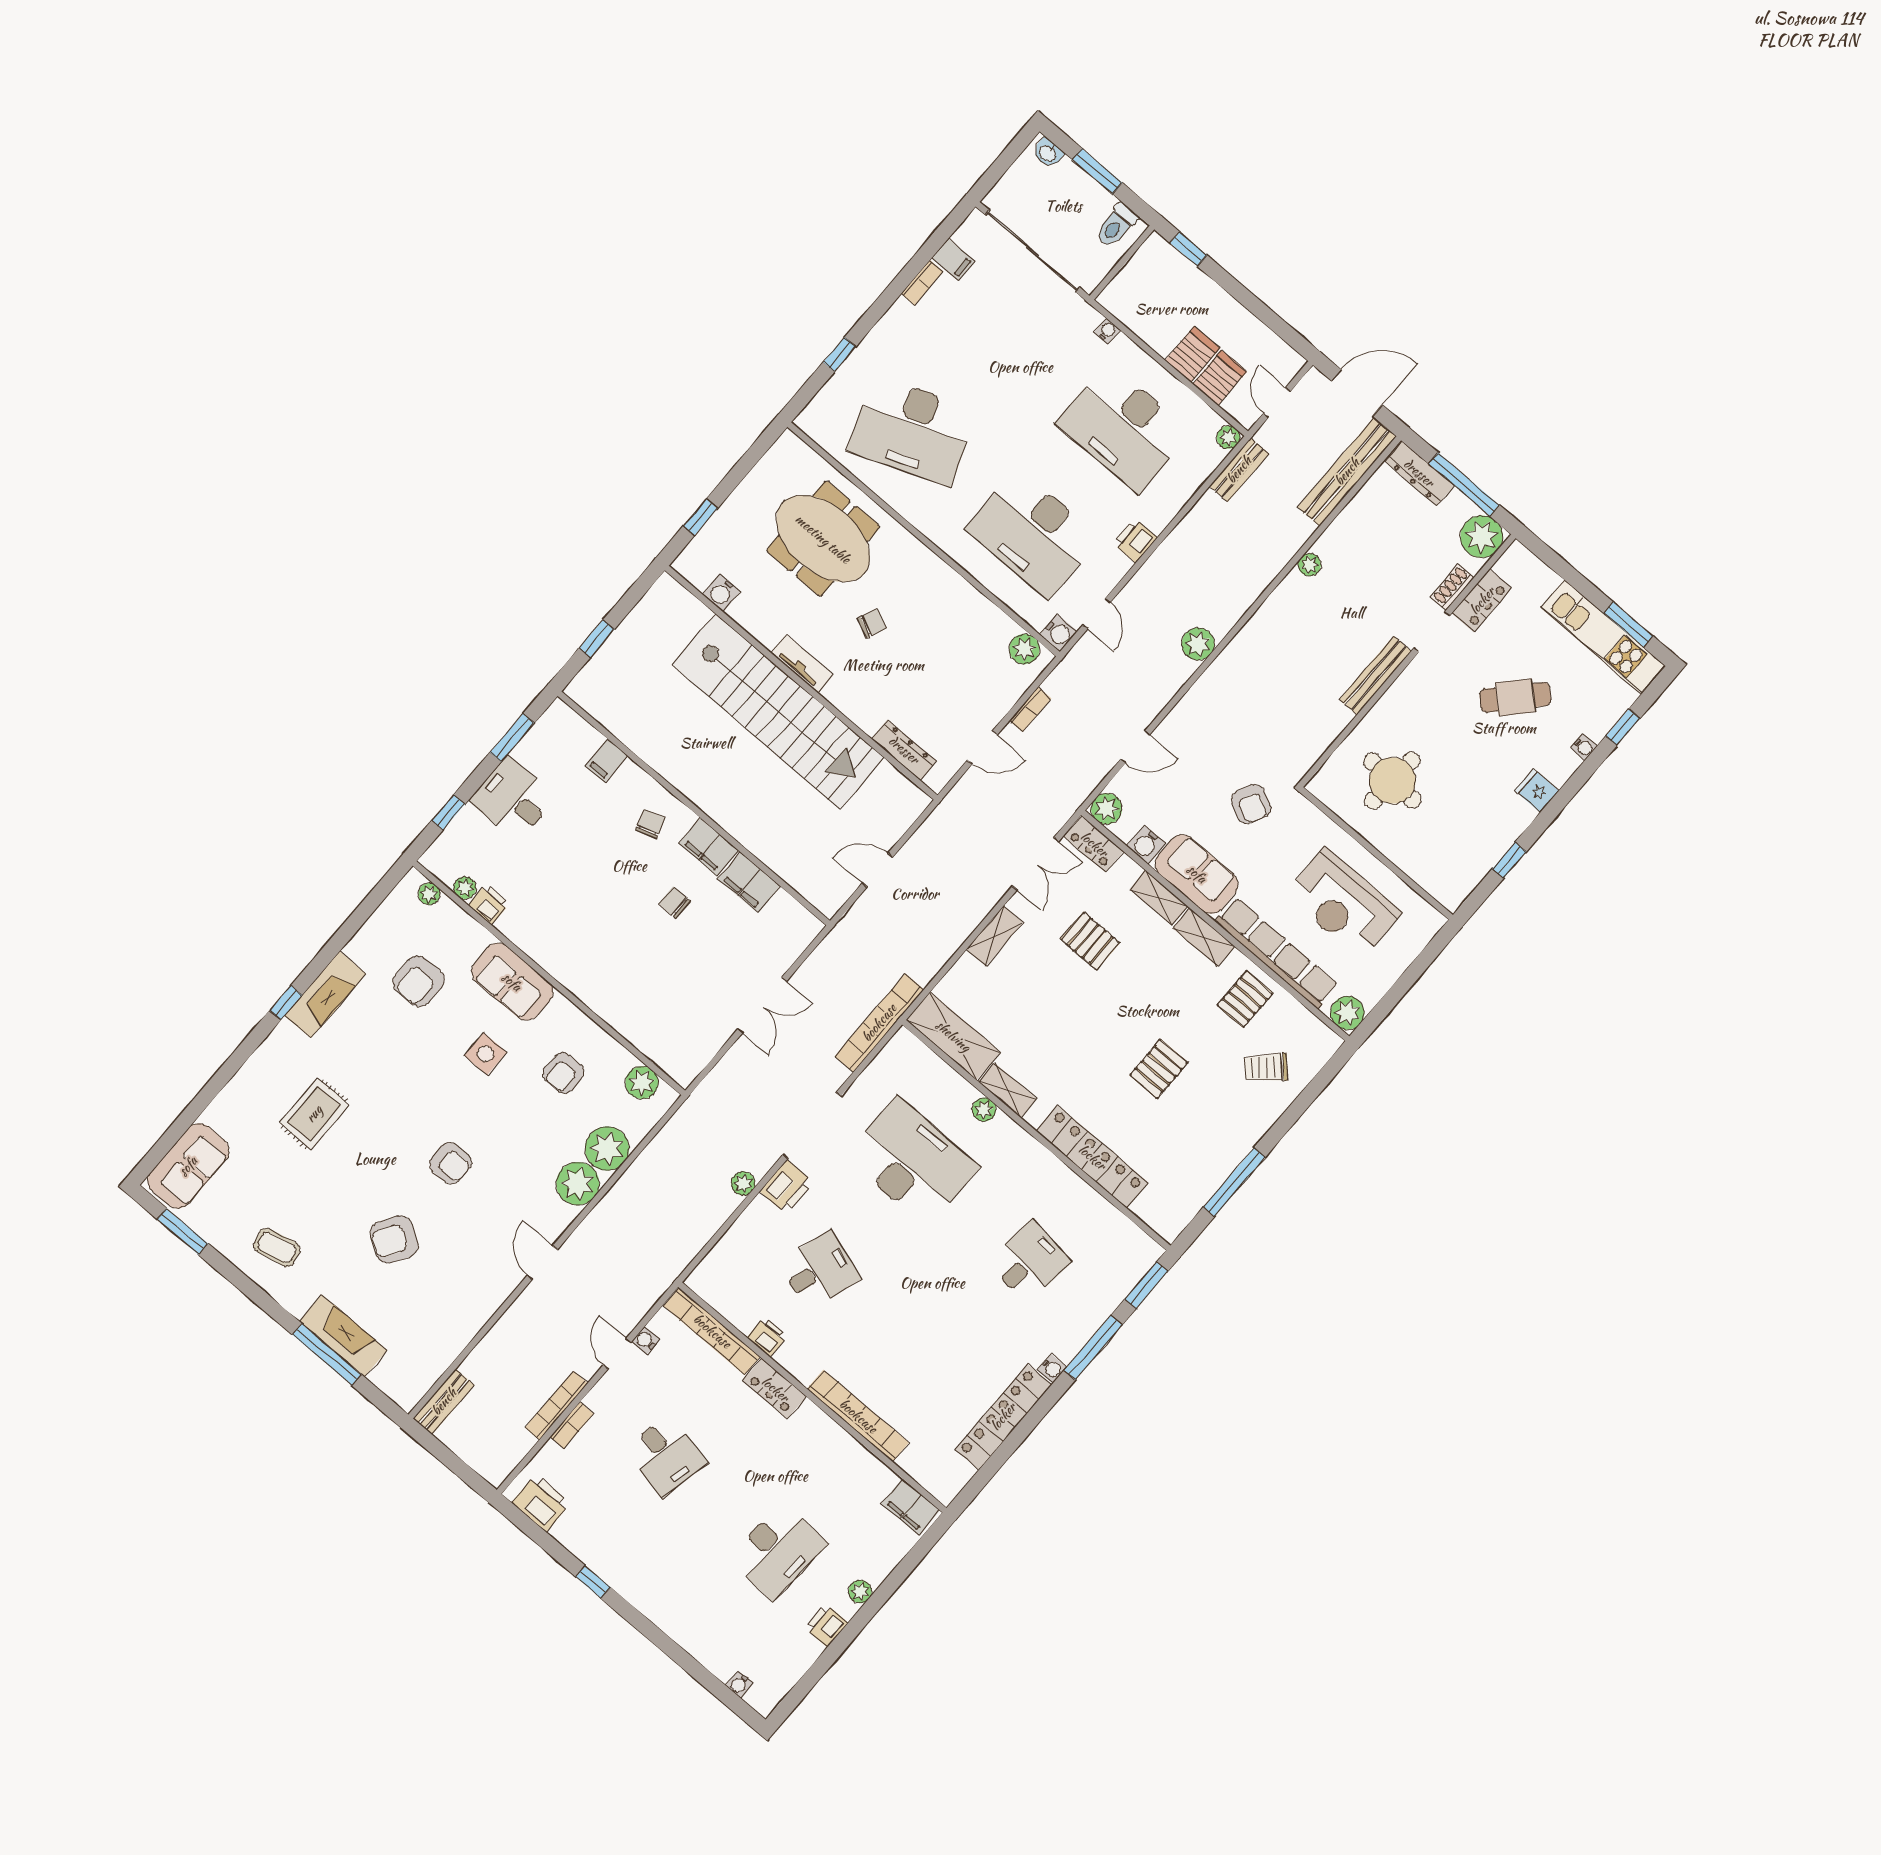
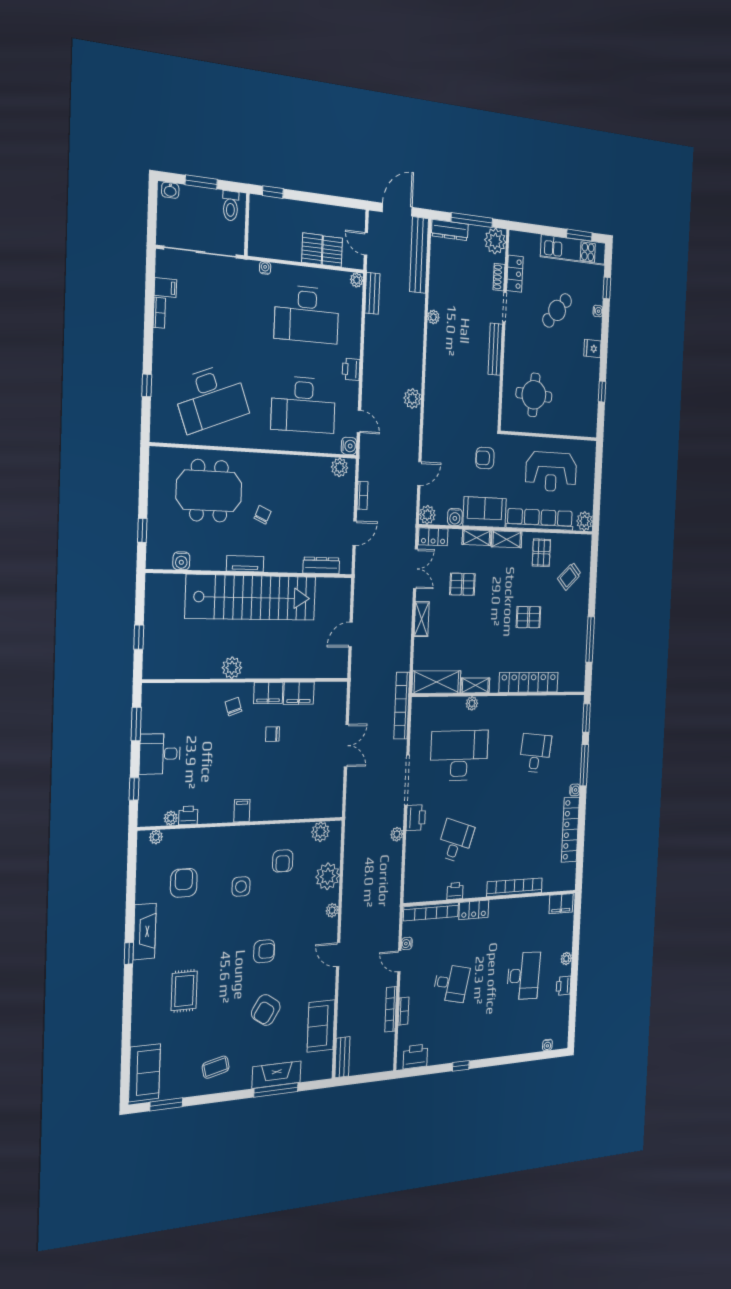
filing cabinet: (606, 761) -> (242, 811), moved, turned 180
plant: (686, 775) -> (232, 668), added
armchair: (1251, 804) -> (485, 458), turned 153
armchair: (419, 981) -> (184, 883), turned 180
sofa: (512, 982) -> (321, 1026), moved, turned 90
pallet: (1159, 1069) -> (528, 617), turned 90
plant: (578, 1184) -> (332, 910), width x0.53, depth x0.53

